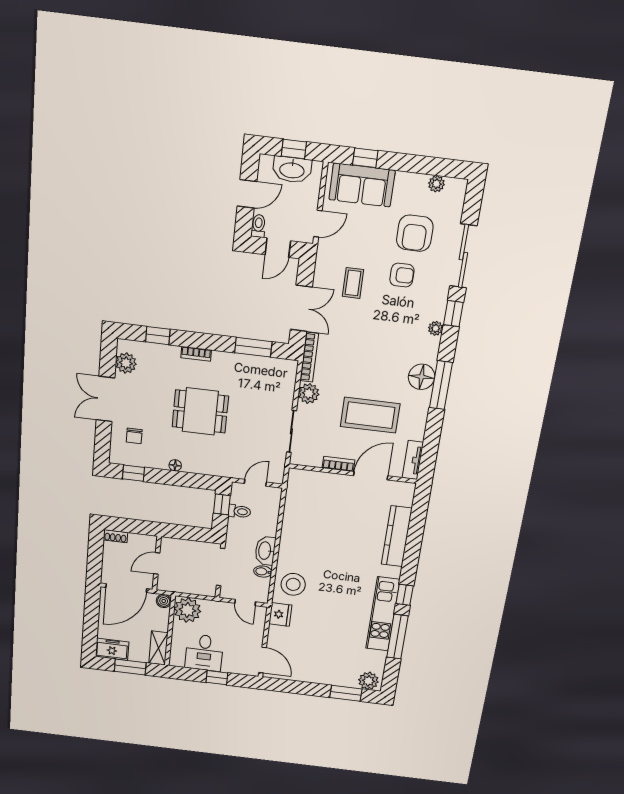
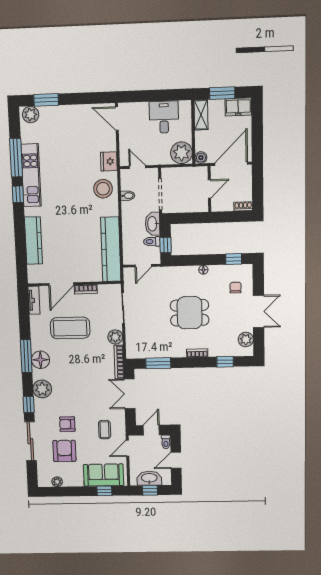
coffee table: (353, 283) -> (105, 430), moved
plant: (436, 328) -> (42, 389), width x1.88, depth x1.88
kitchen counter: (296, 510) -> (111, 249), added
washbasin: (265, 551) -> (153, 224), moved, turned 180
window: (217, 678) -> (151, 96), removed

